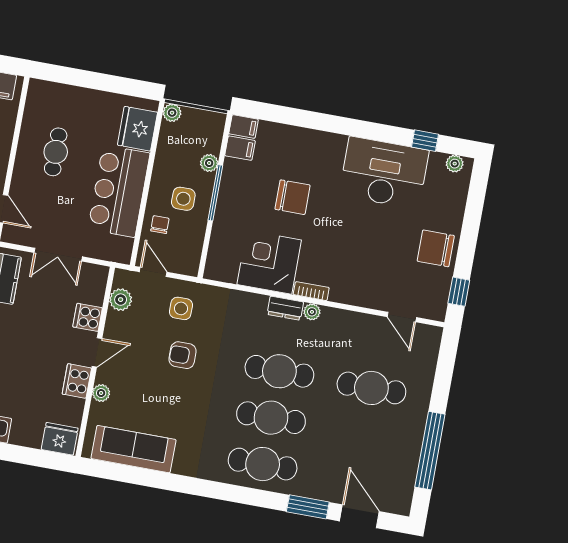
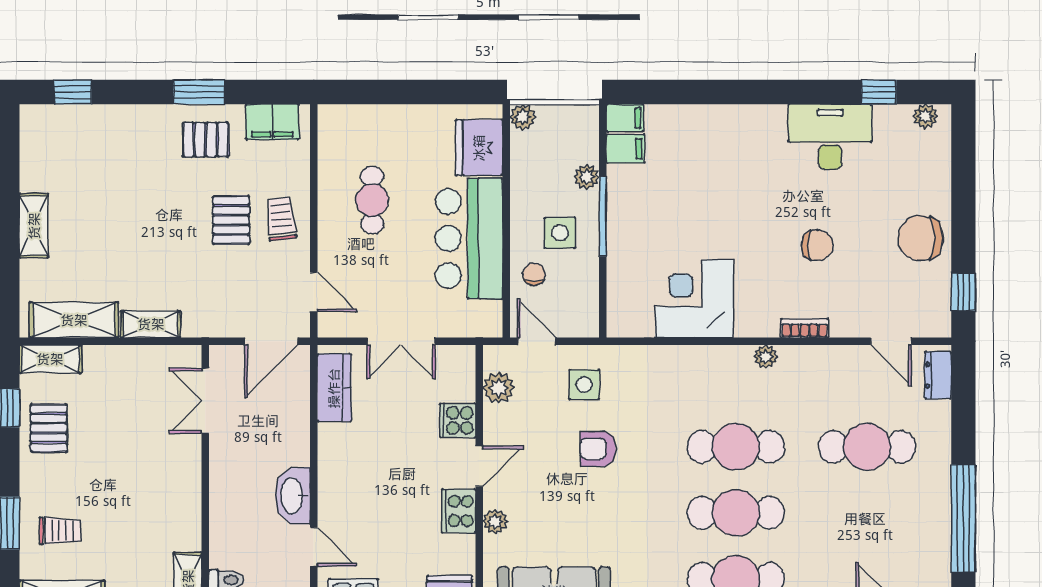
desk: (384, 173) -> (830, 137), width x0.73, depth x0.77
chair: (293, 197) -> (817, 245), moved, width x0.73, depth x0.73
bookcase: (311, 291) -> (804, 328), moved
dresser: (285, 308) -> (938, 375), moved, turned 90

